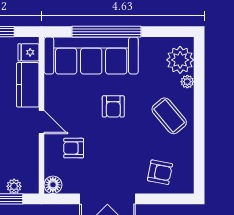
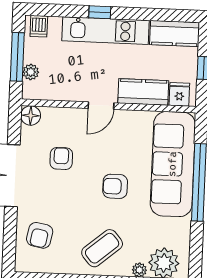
armchair: (74, 148) -> (61, 158), moved

